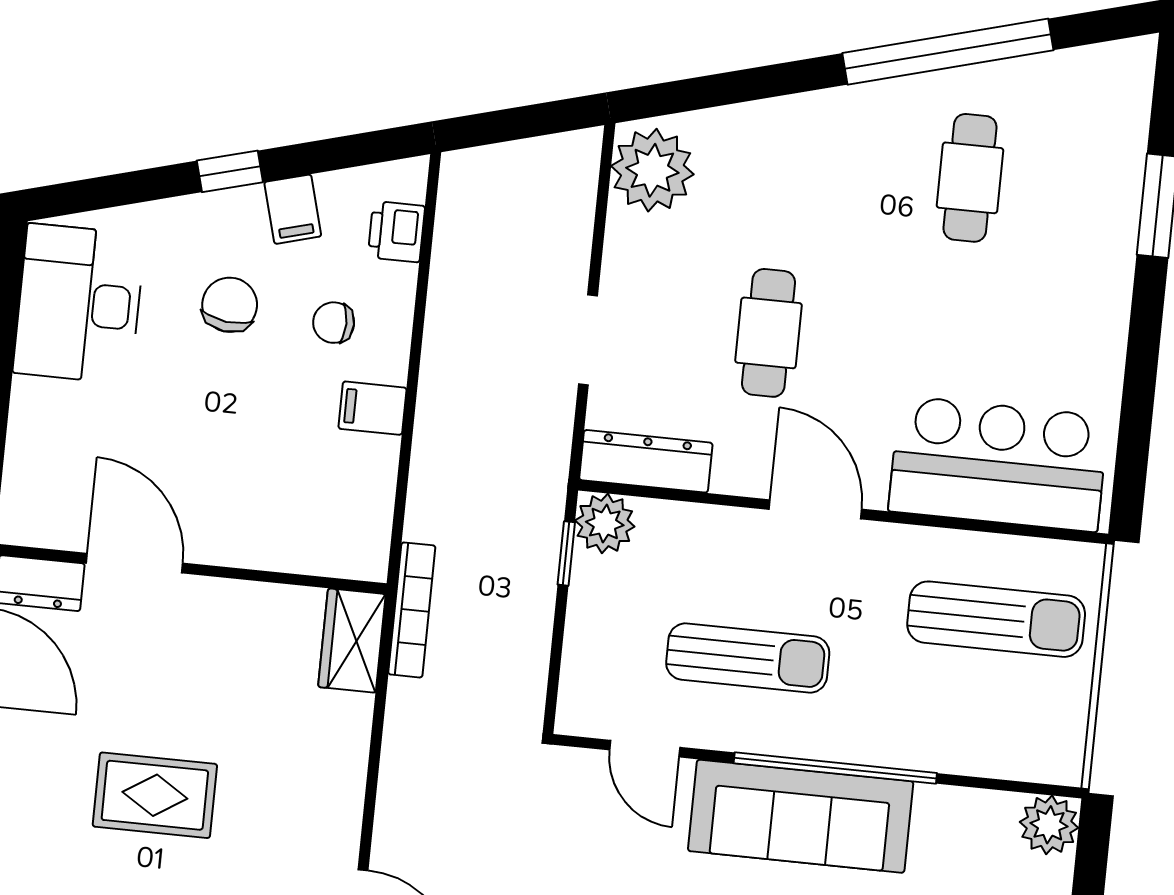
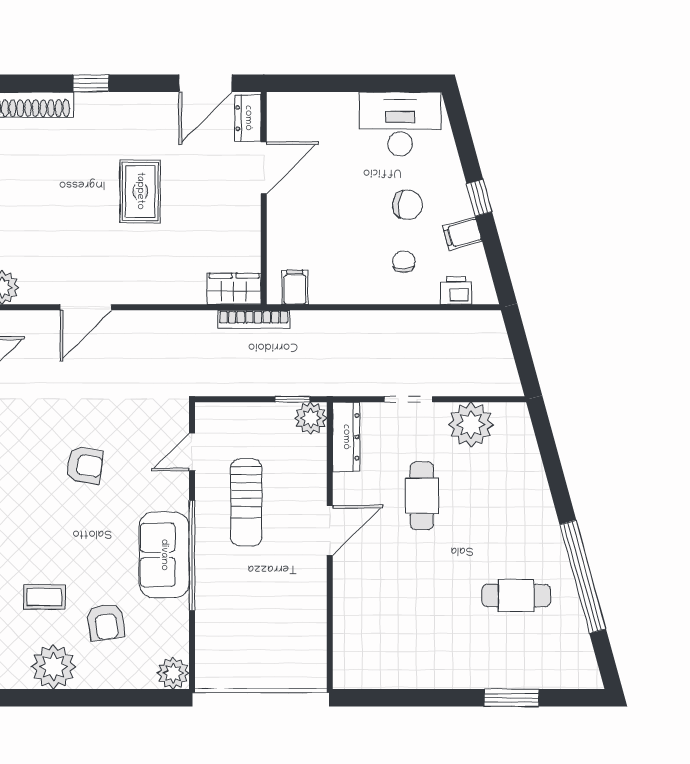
plant: (652, 170) -> (471, 425), moved
cafe table: (769, 333) -> (422, 496), turned 90
filing cabinet: (372, 408) -> (295, 287), moved
bar counter: (998, 464) -> (364, 626), removed
sun lounger: (996, 619) -> (281, 634), removed
sofa: (801, 816) -> (164, 555), width x0.73

